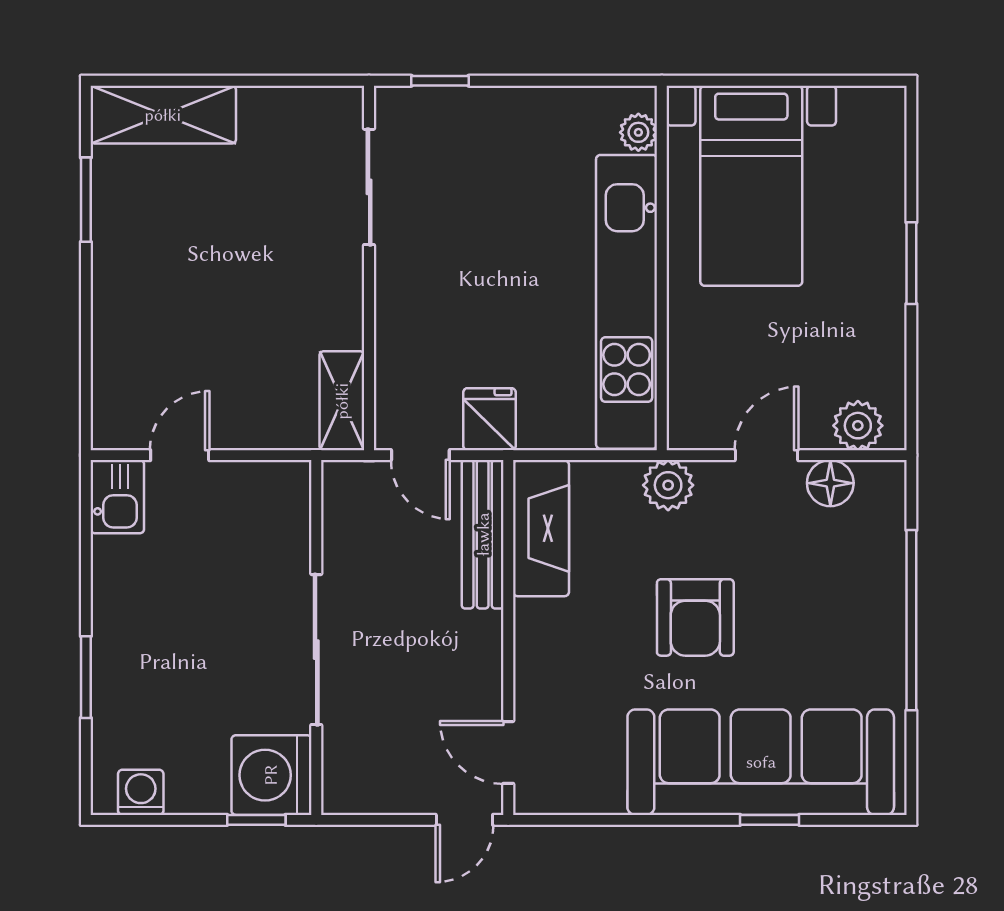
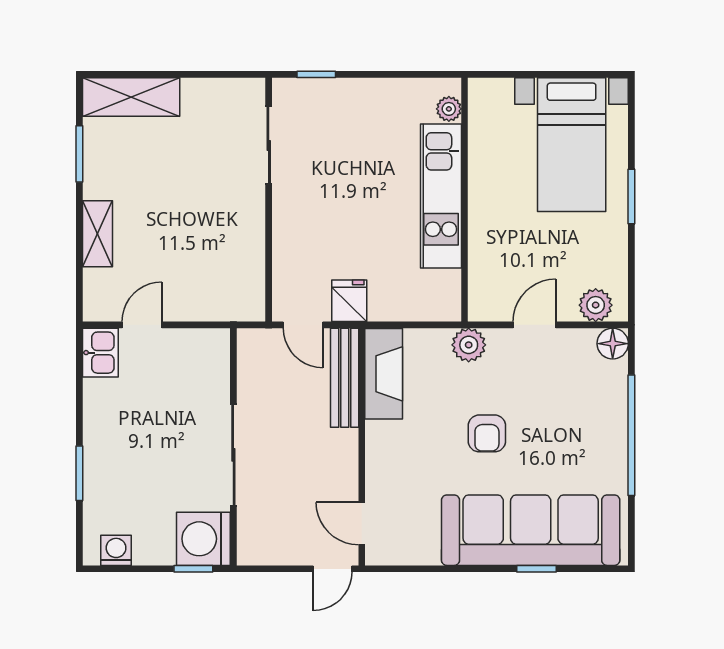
bed with nightstands: (751, 186) -> (572, 145), moved
kitchen unit: (627, 302) -> (441, 196), width x0.73
shelving: (342, 401) -> (97, 234), moved
floor lamp: (830, 483) -> (613, 344), moved
armchair: (695, 617) -> (487, 433), width x0.72, depth x0.72

